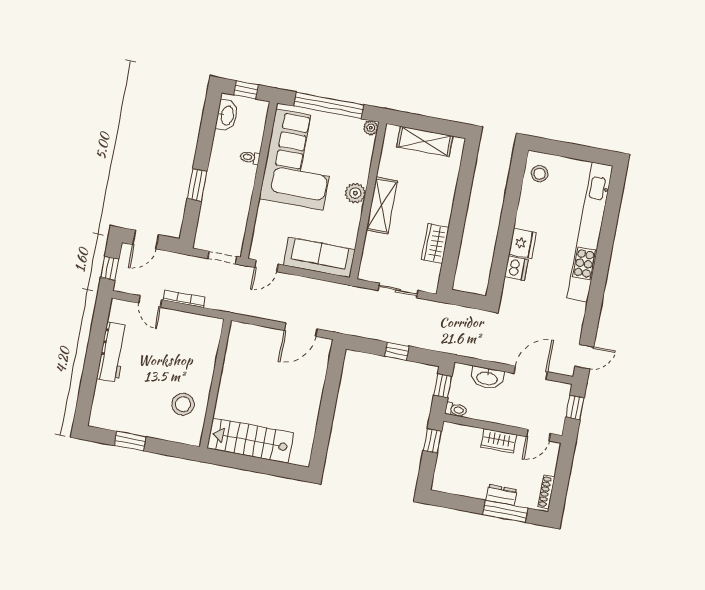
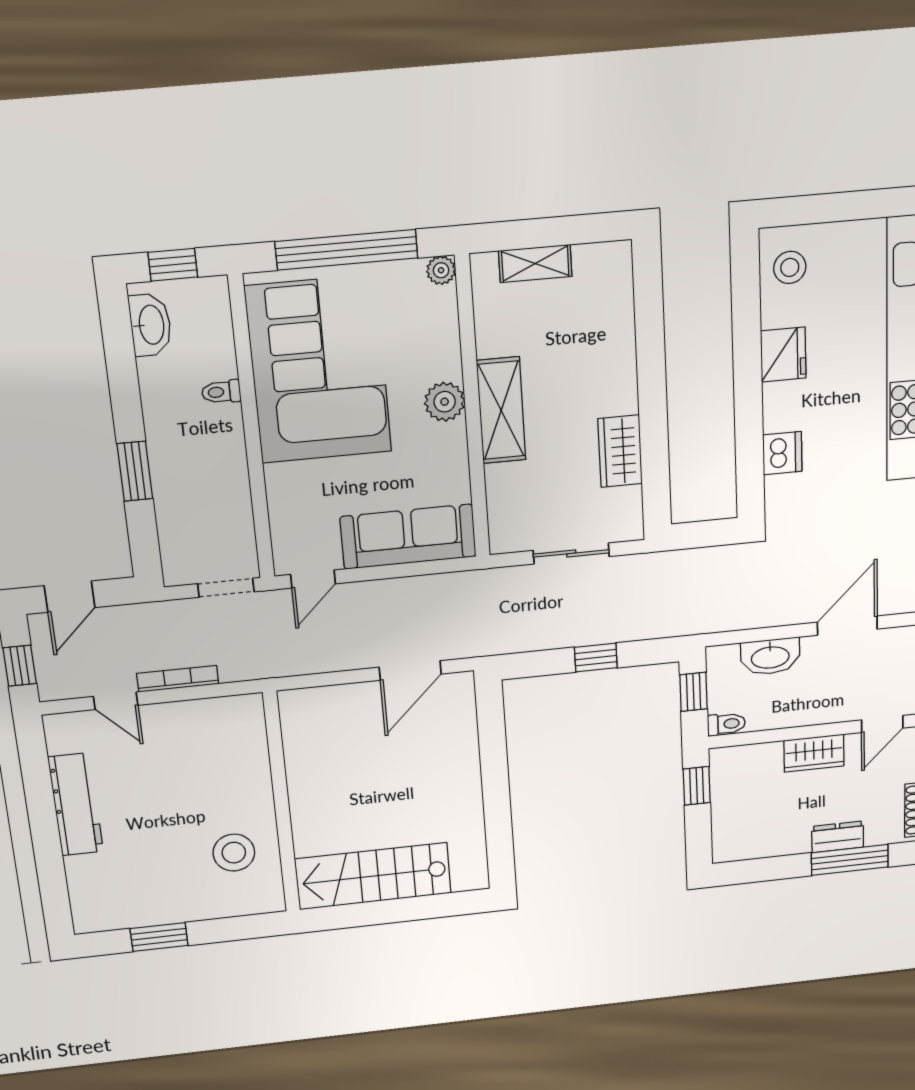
shelving: (425, 141) -> (535, 264), width x0.67, depth x0.75
fridge: (522, 243) -> (783, 355), moved

